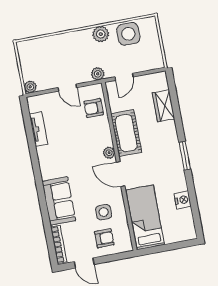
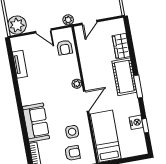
plant: (30, 87) -> (17, 25), width x1.87, depth x1.87
armchair: (94, 108) -> (65, 48), turned -90
cot: (126, 133) -> (124, 77), moved
door: (121, 174) -> (86, 101), swing flipped
window: (194, 204) -> (145, 126), added

